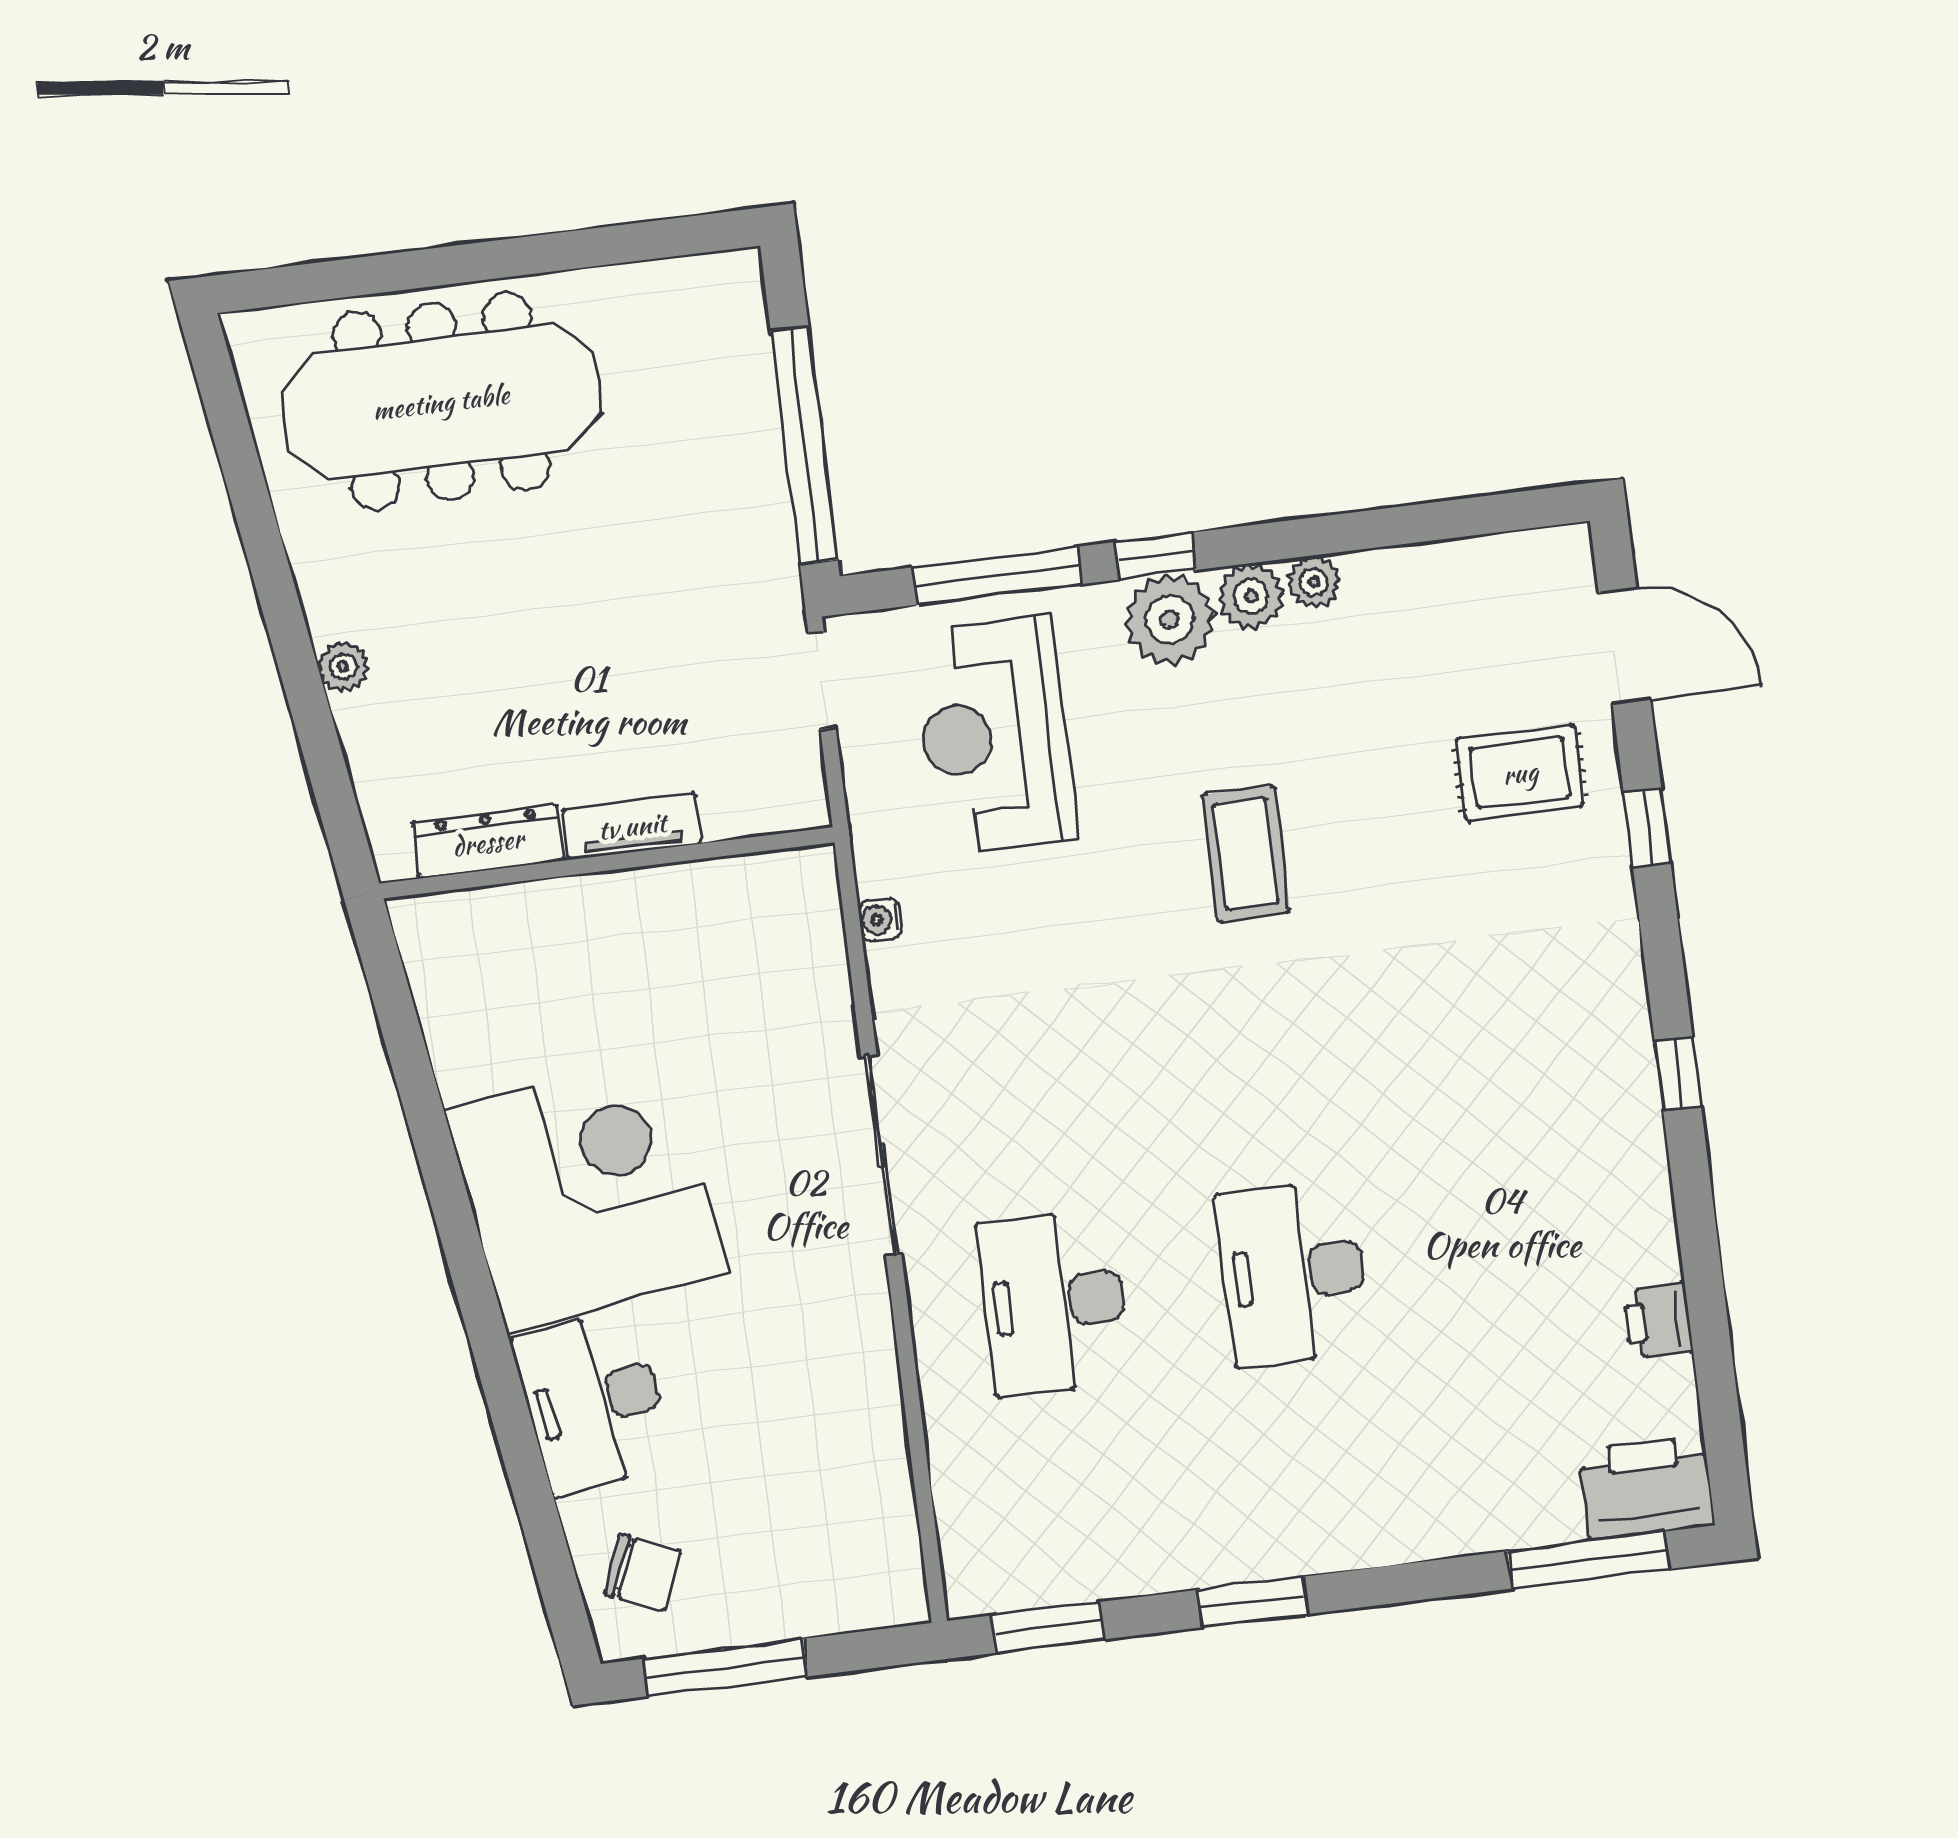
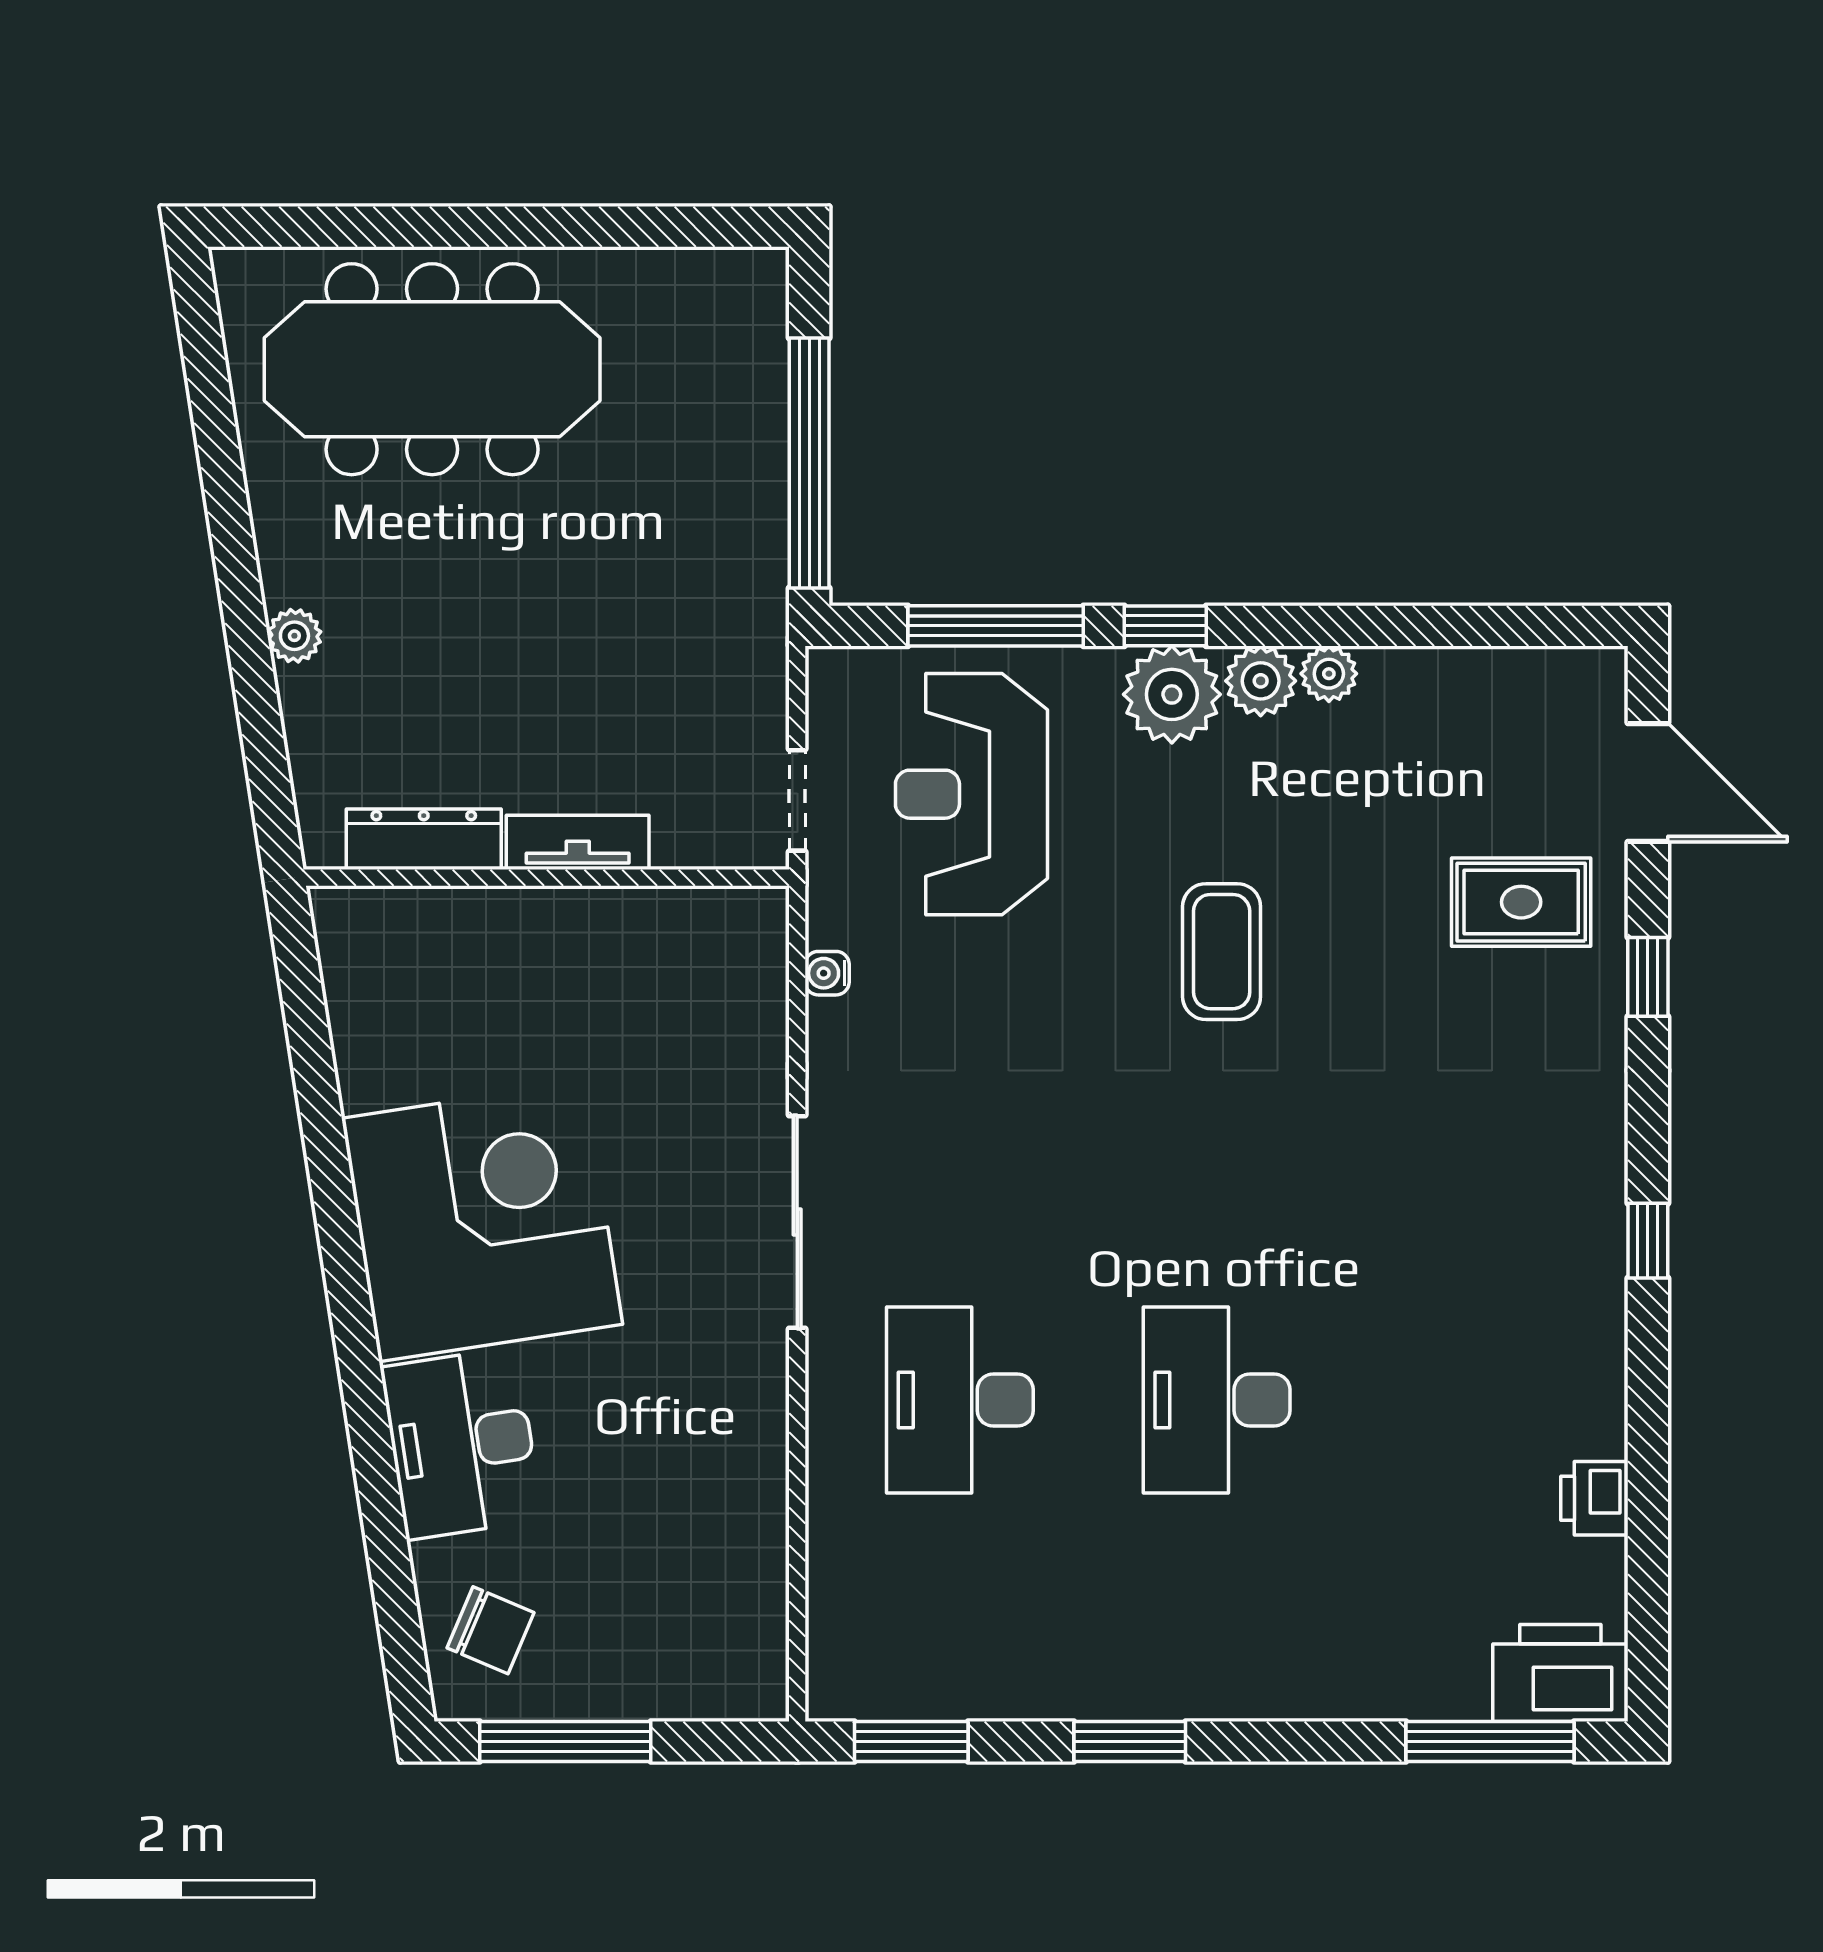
doorway: (822, 681) -> (797, 800), moved

